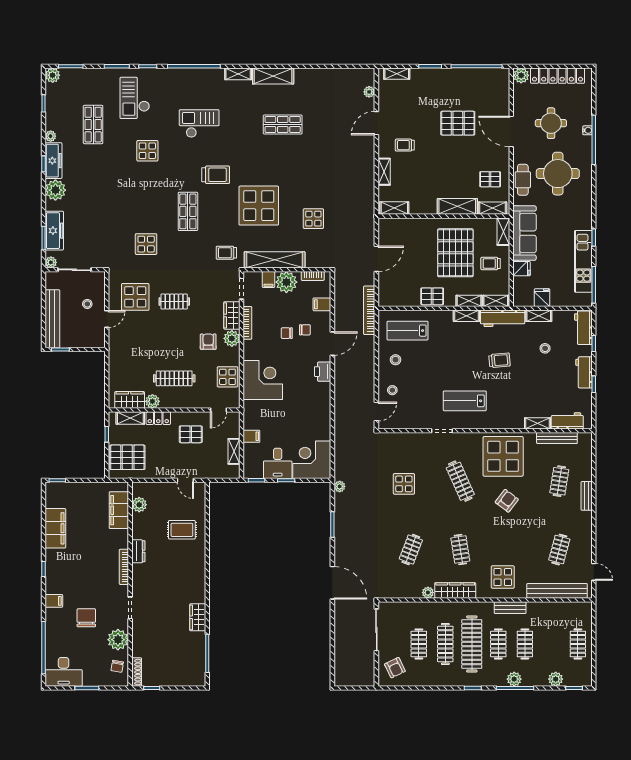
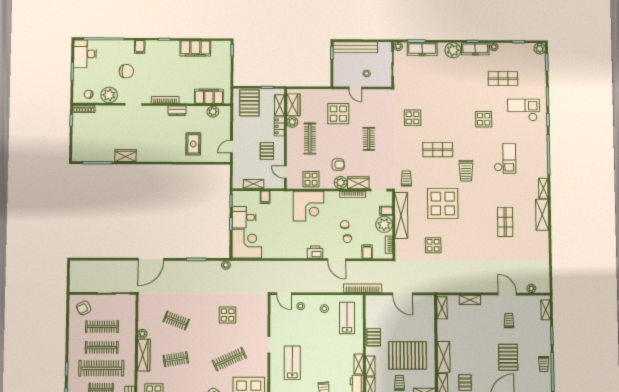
trolley: (466, 77) -> (544, 364), added
trolley: (405, 145) -> (509, 321), moved
display table: (135, 297) -> (338, 114), moved
clothes rail: (419, 644) -> (102, 327), width x1.36

